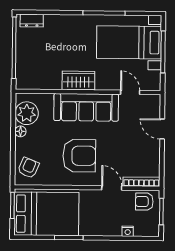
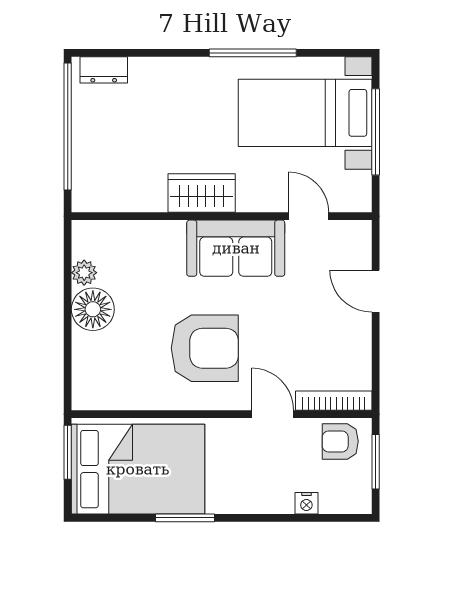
sofa: (86, 107) -> (236, 248), width x0.73
plant: (27, 113) -> (84, 273), width x0.53, depth x0.53
floor lamp: (20, 131) -> (93, 309), width x1.89, depth x1.89
armchair: (28, 168) -> (100, 374), removed

